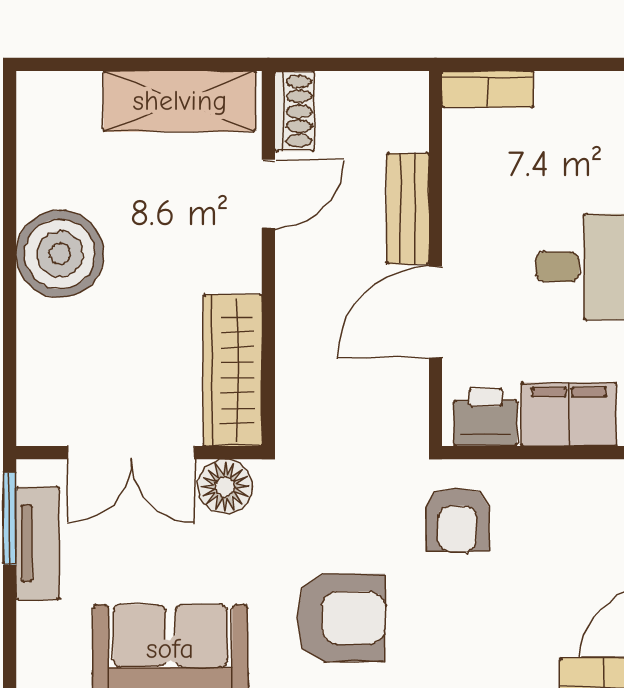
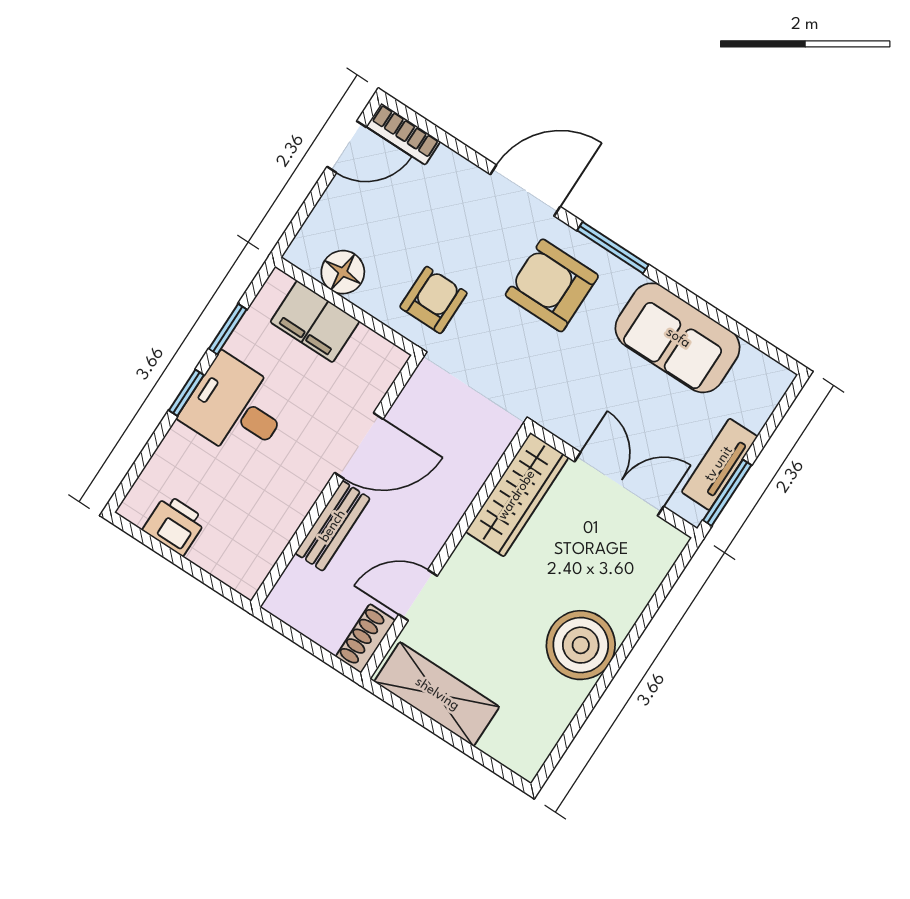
bookcase: (488, 89) -> (229, 570), removed
printer: (485, 417) -> (174, 525), moved, turned 180
floor lamp: (225, 486) -> (343, 272), moved

